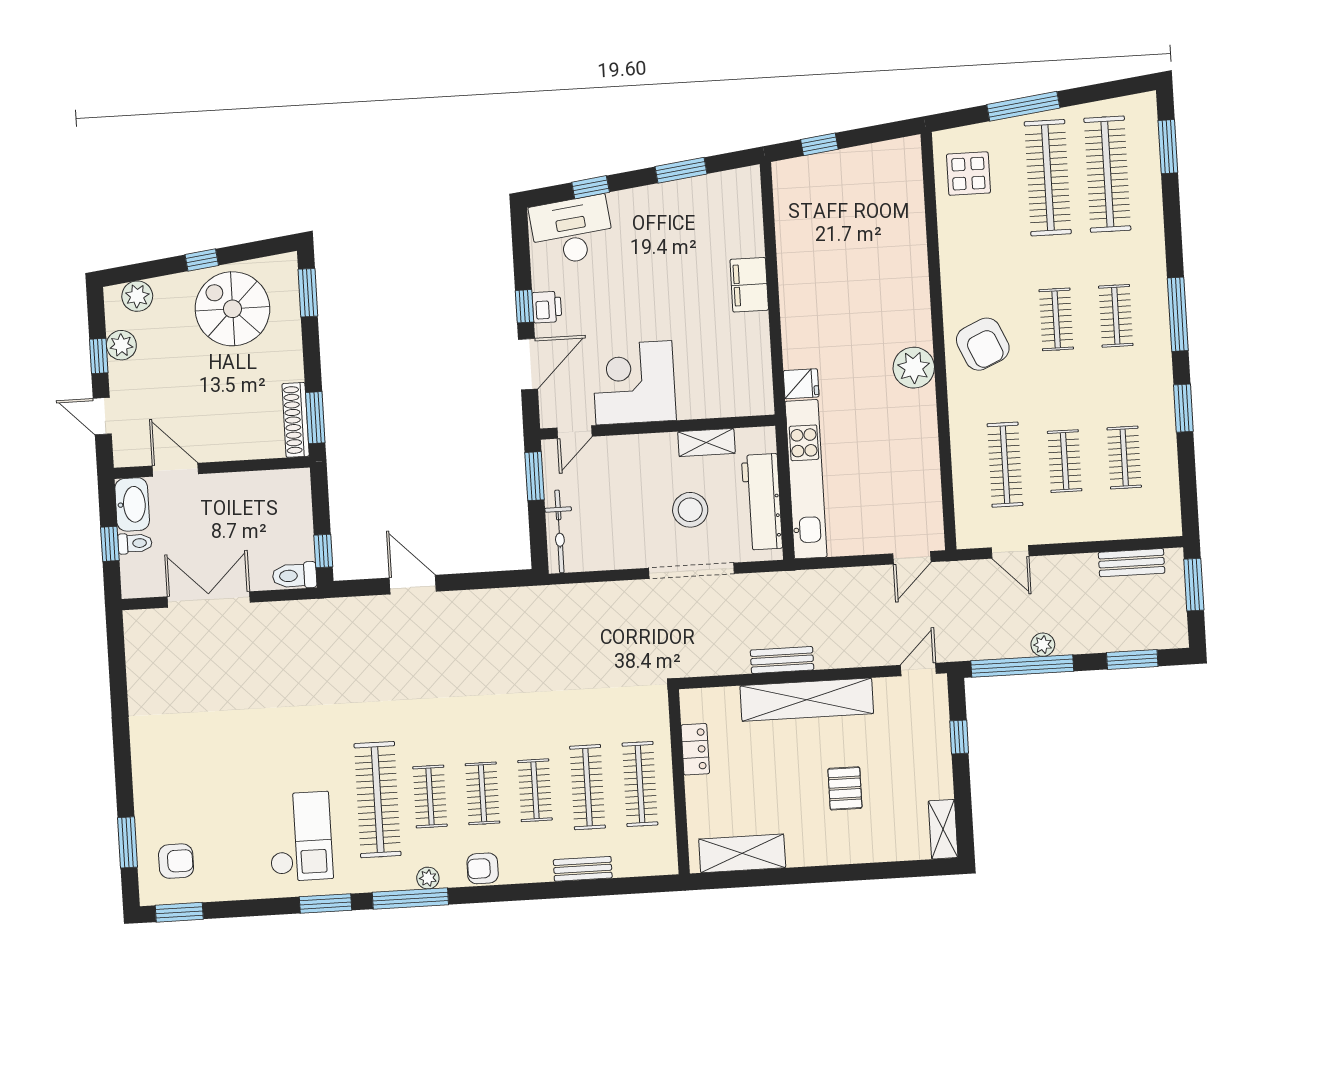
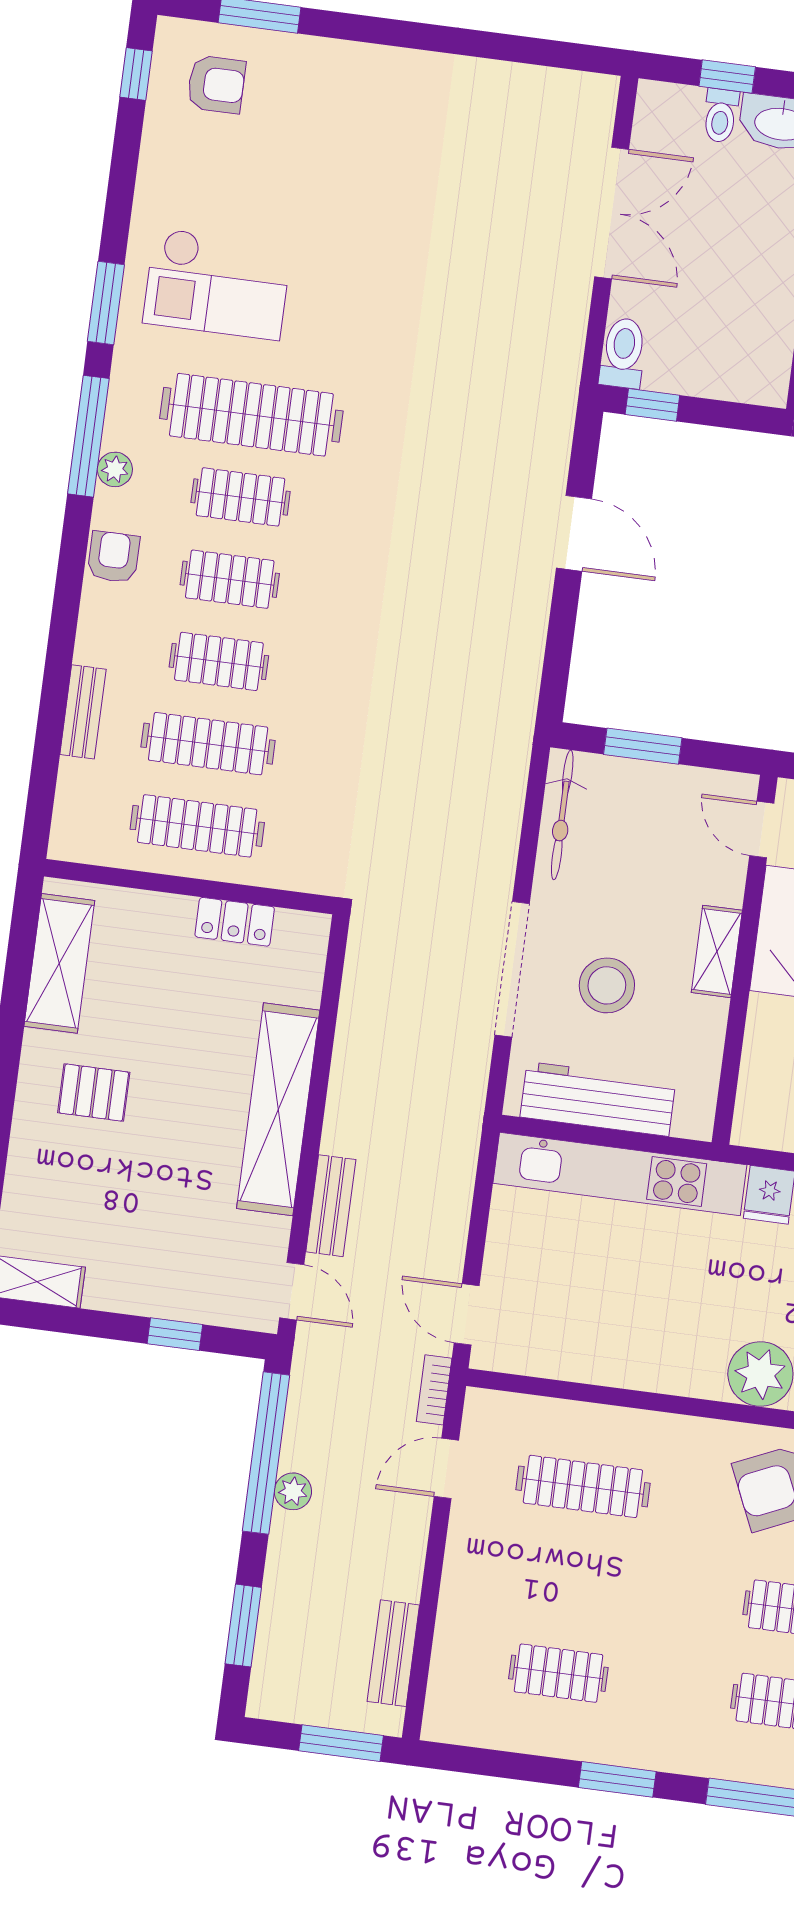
shelving: (706, 442) -> (717, 951), moved
clothes rail: (1065, 461) -> (571, 1580), removed
window: (535, 476) -> (643, 746), moved
bicycle: (559, 531) -> (562, 815), moved, turned -90
bookcase: (963, 569) -> (434, 1390), added
door: (413, 585) -> (574, 533), hinge flipped
bench: (782, 660) -> (331, 1206), moved
pallet: (845, 788) -> (94, 1093), moved
armchair: (176, 861) -> (216, 84), turned -90
window: (179, 912) -> (136, 74), width x0.67

